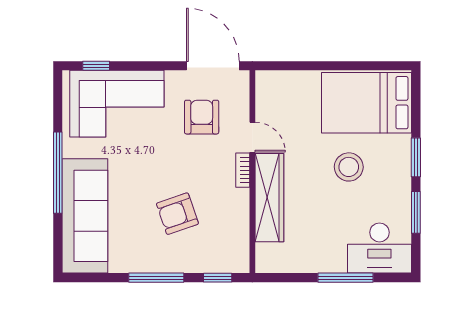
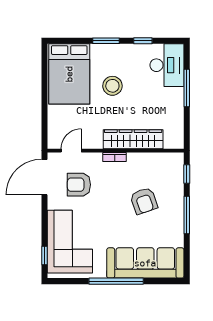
door: (252, 137) -> (71, 151), moved
window: (416, 212) -> (143, 41), width x0.67

